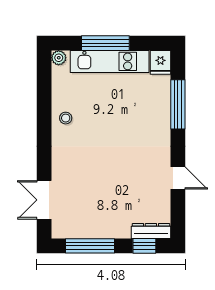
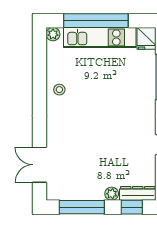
window: (105, 43) -> (96, 21), width x1.46
plant: (123, 231) -> (112, 194), added

